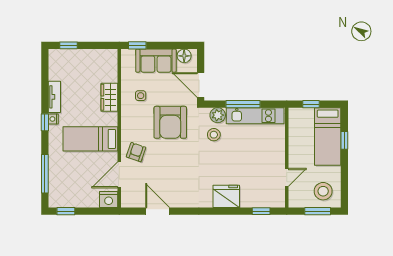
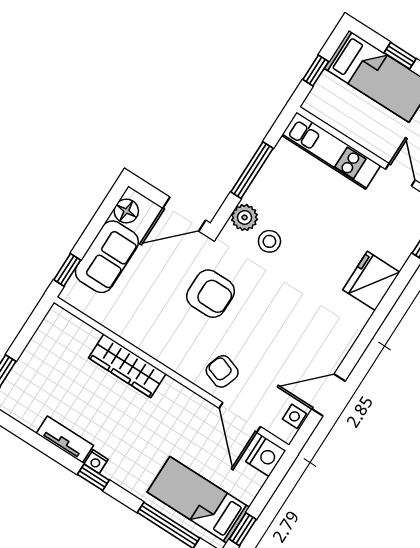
side table: (141, 96) -> (294, 416), moved
wardrobe: (109, 97) -> (127, 366), width x1.50
kitchen unit: (255, 116) -> (331, 151), moved, turned 90
armchair: (170, 122) -> (211, 294), width x0.73, depth x0.73
bed: (90, 139) -> (198, 500), moved, turned 90

